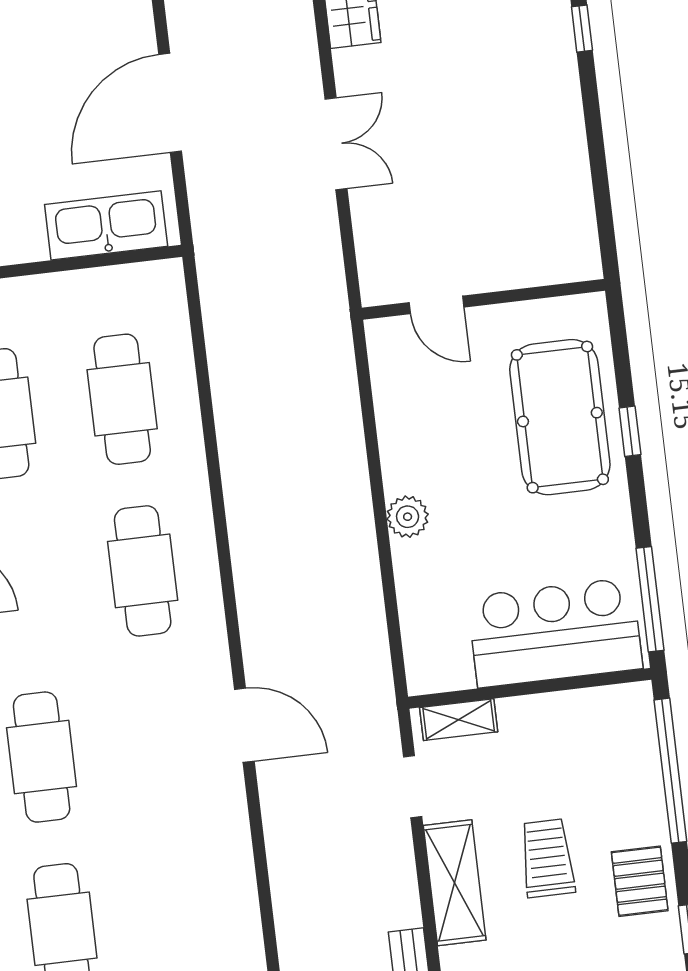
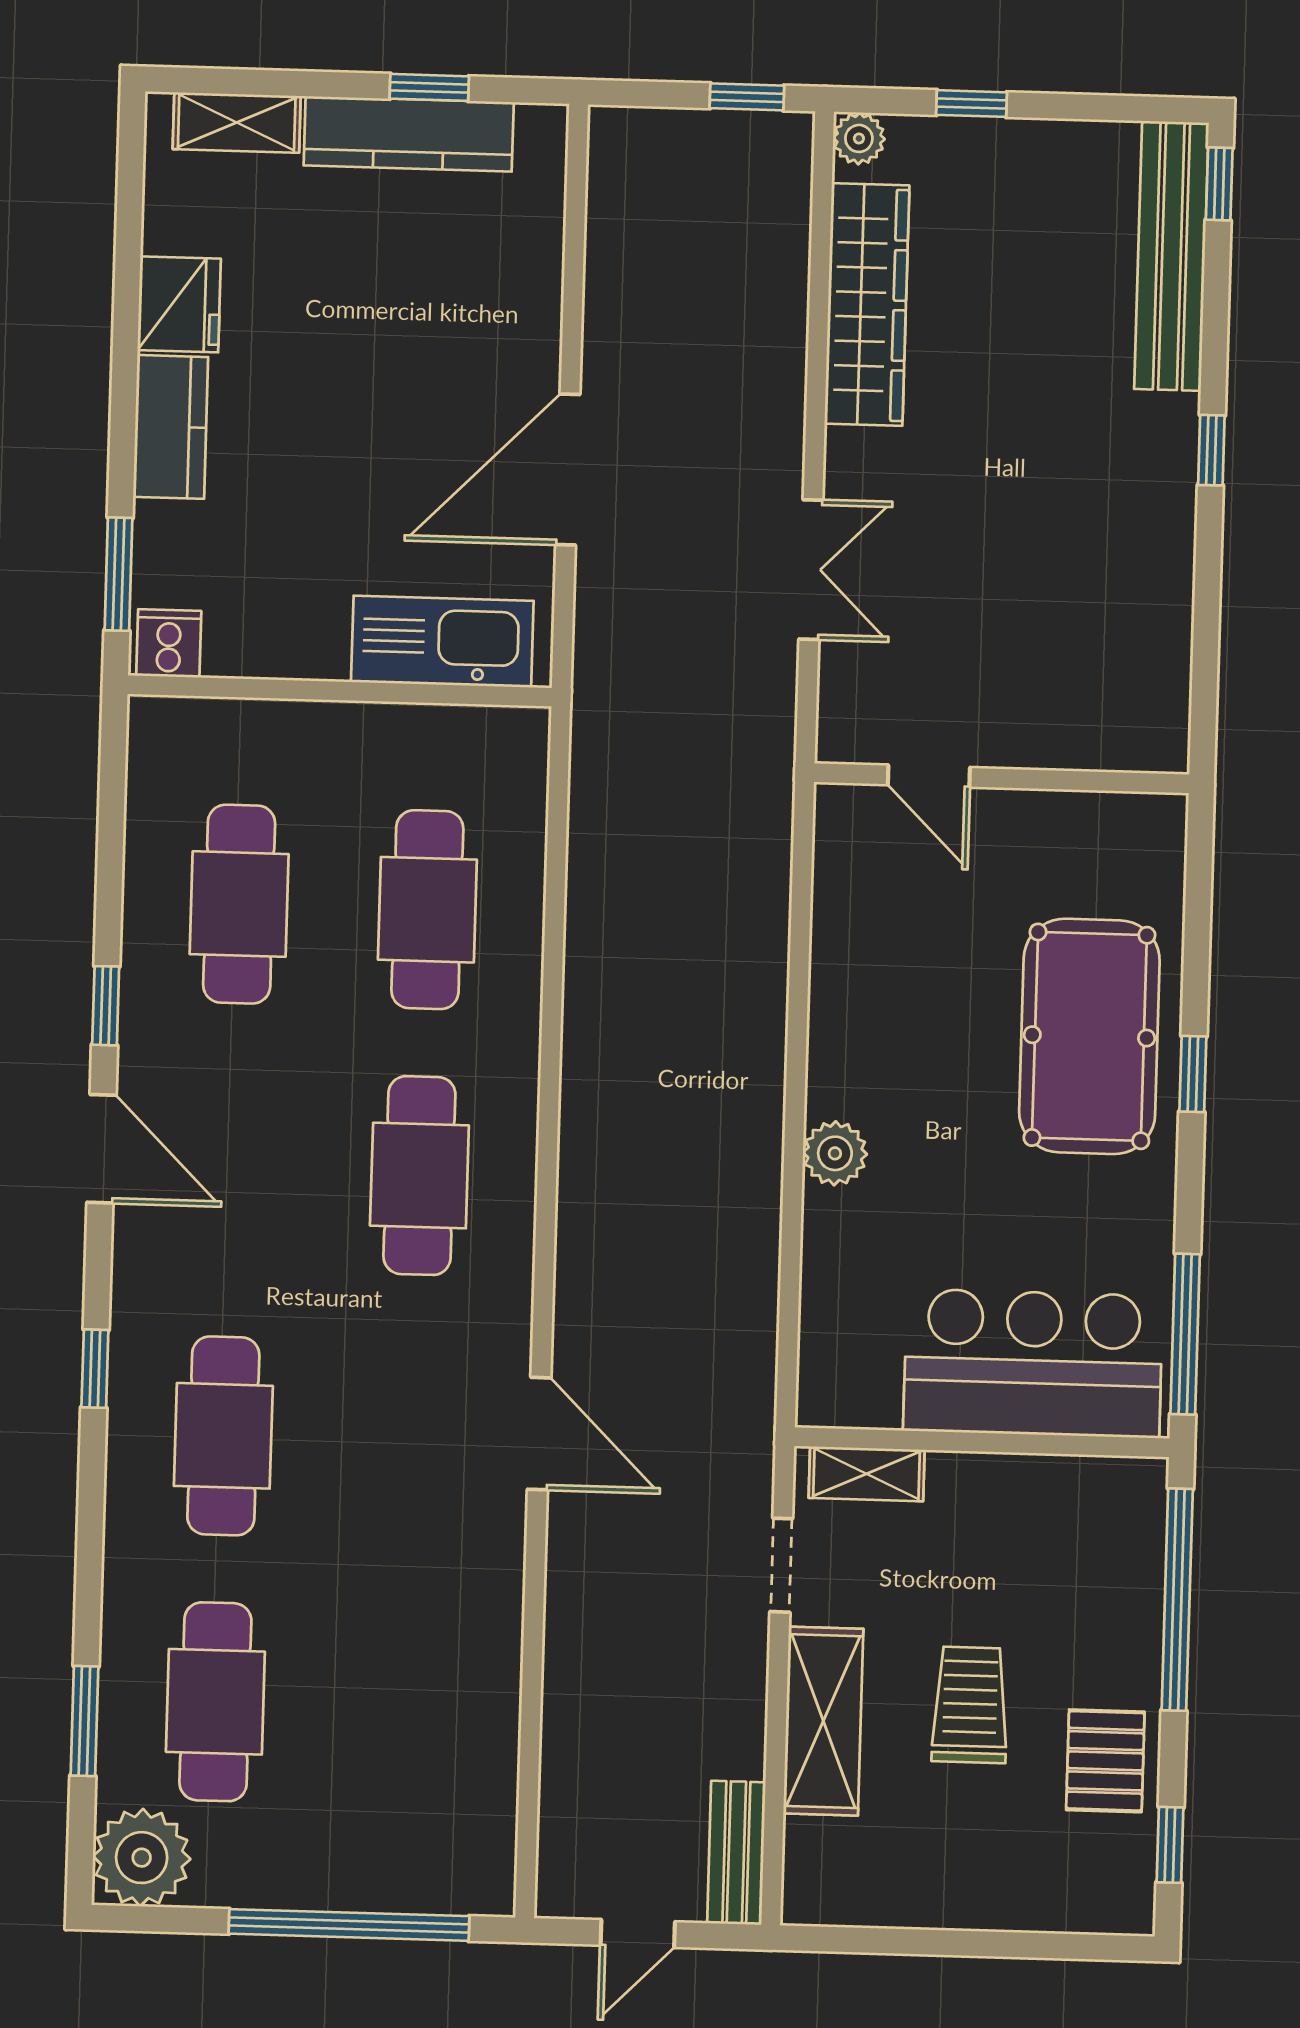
wall: (483, 299) -> (1002, 778), moved
door: (436, 305) -> (929, 776), moved

